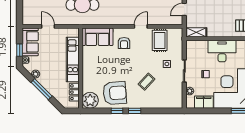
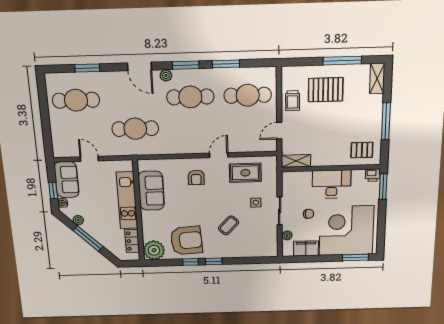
sofa: (97, 37) -> (151, 191), moved, turned -90
rug: (160, 40) -> (245, 173), turned 90

